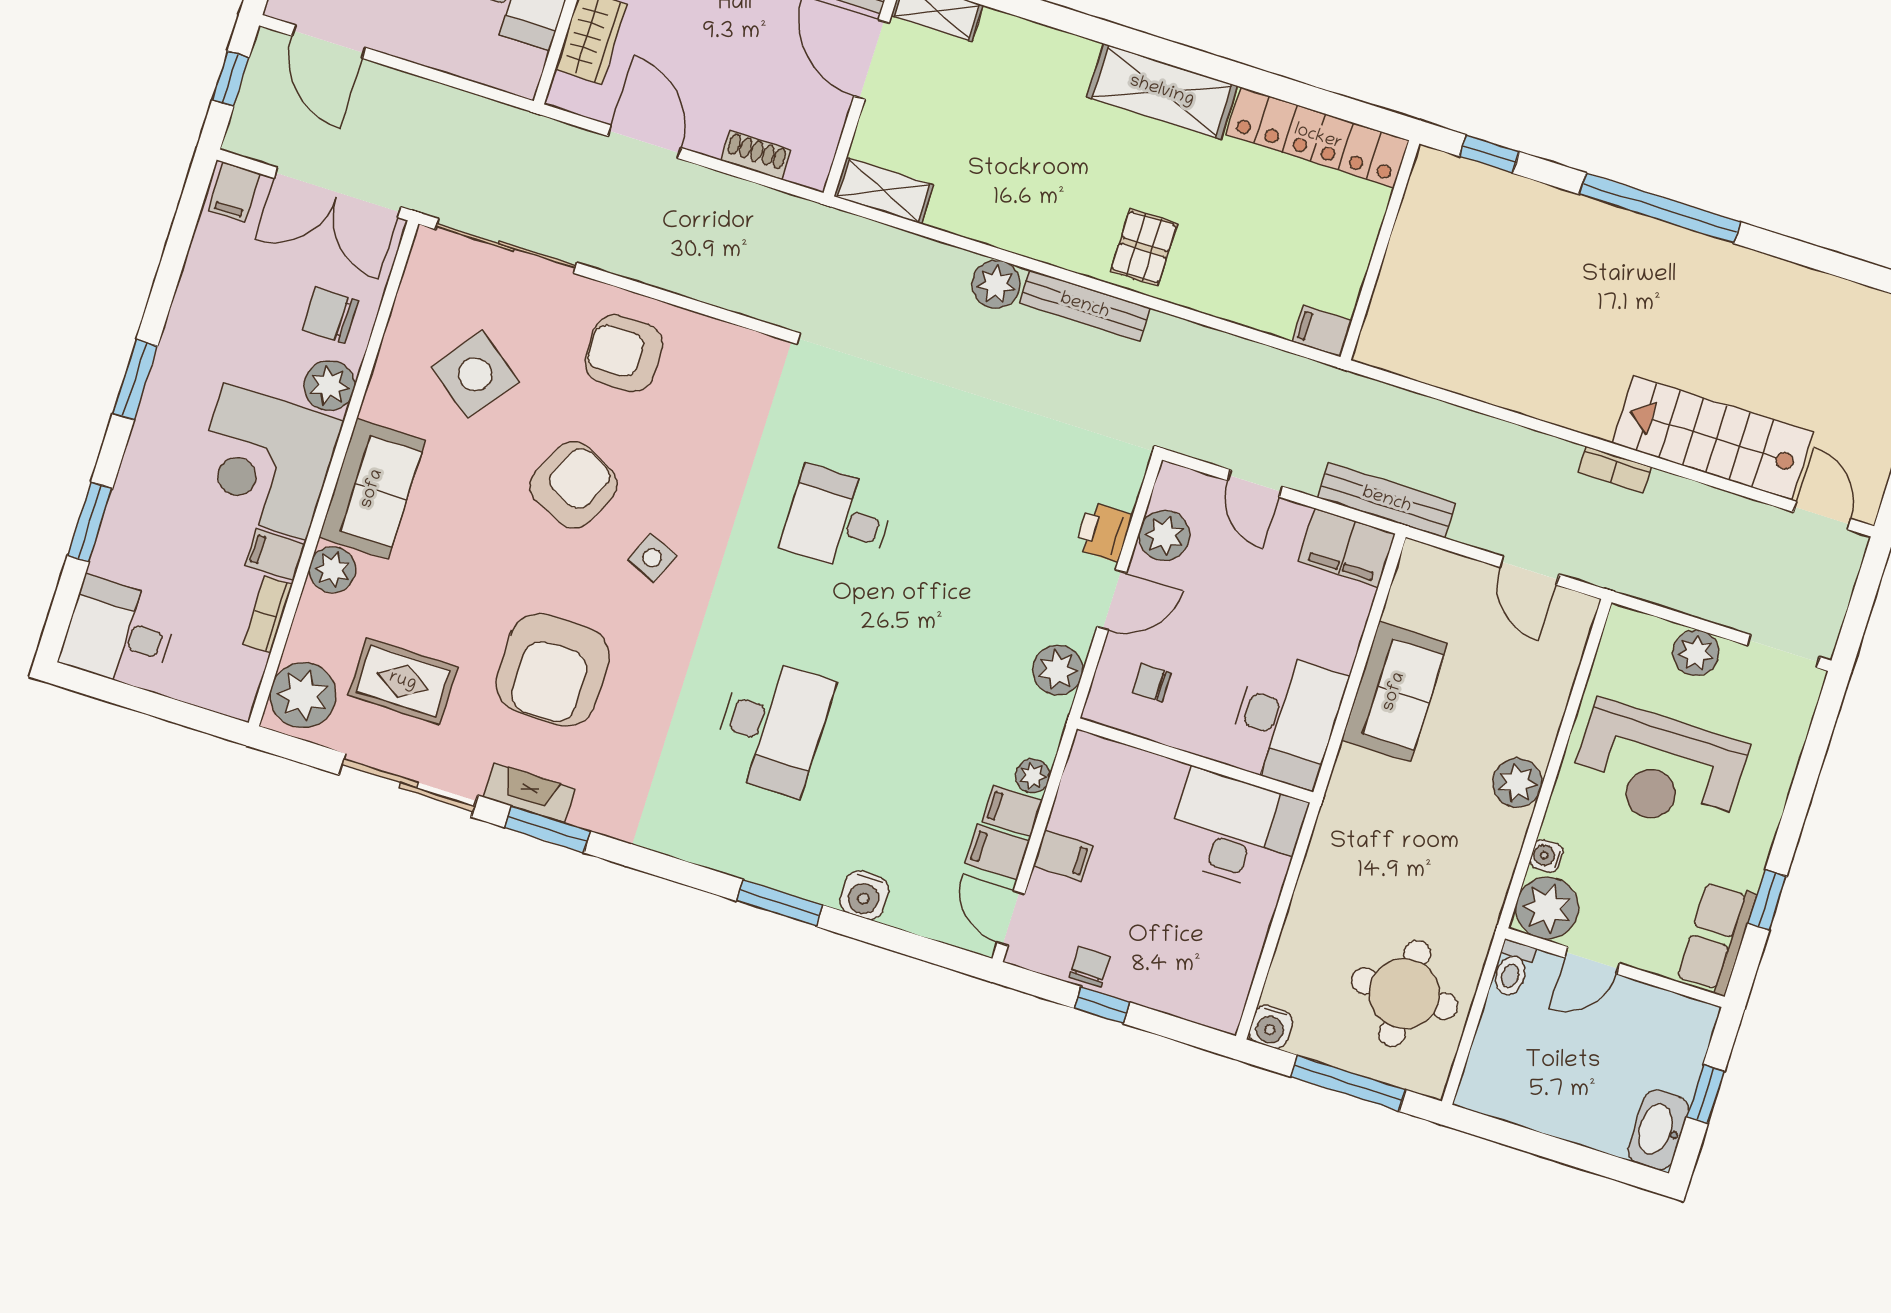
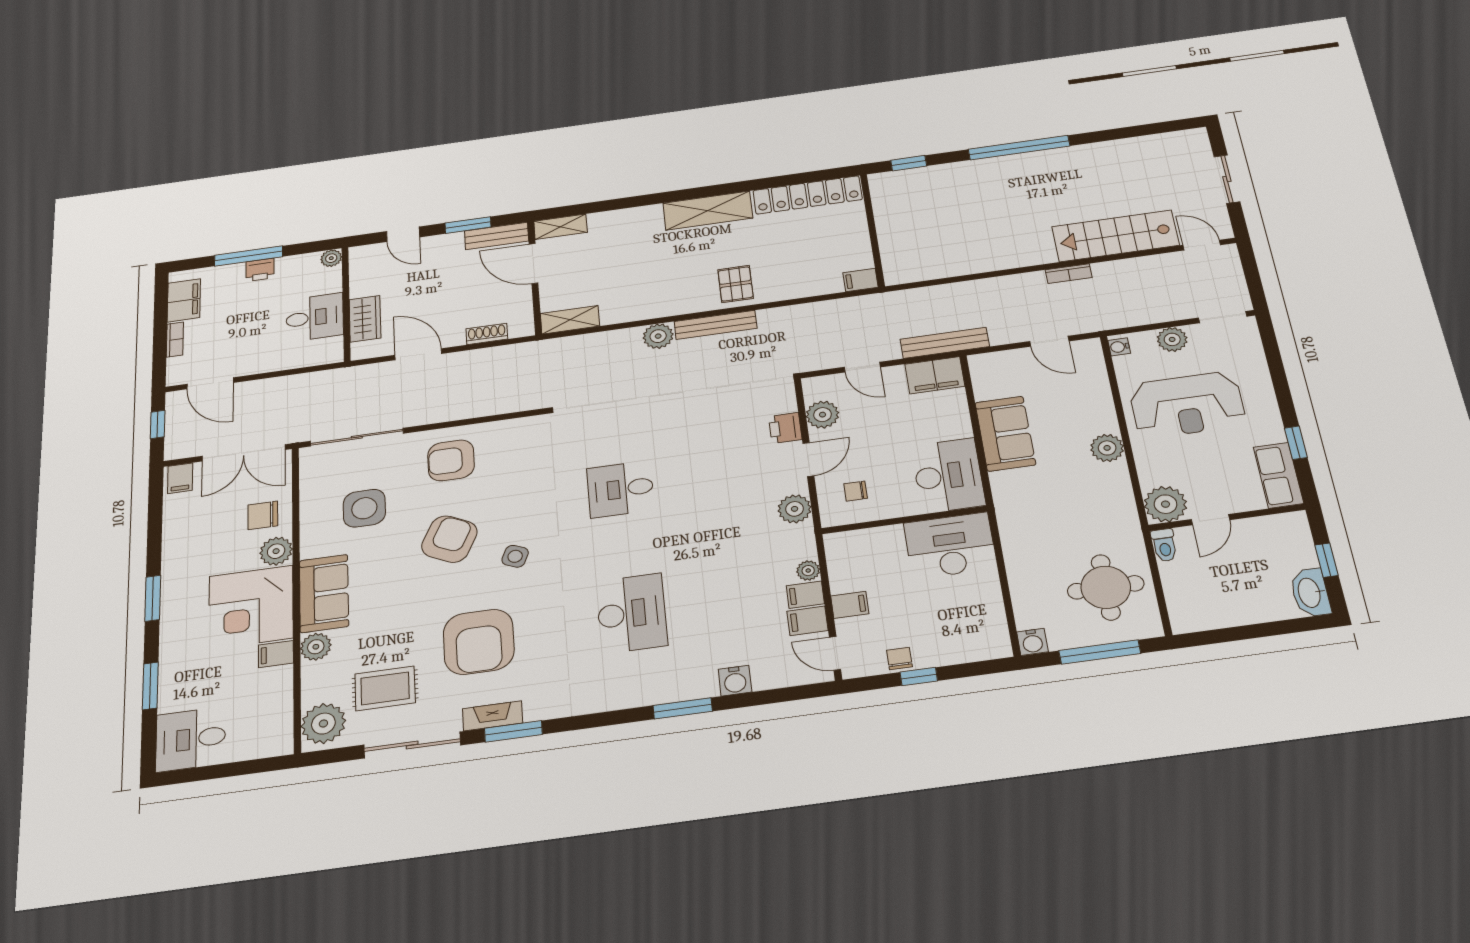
side table: (475, 374) -> (364, 508), turned -37
bookcase: (268, 614) -> (284, 688), removed
water cooler: (1546, 856) -> (1119, 347), moved

